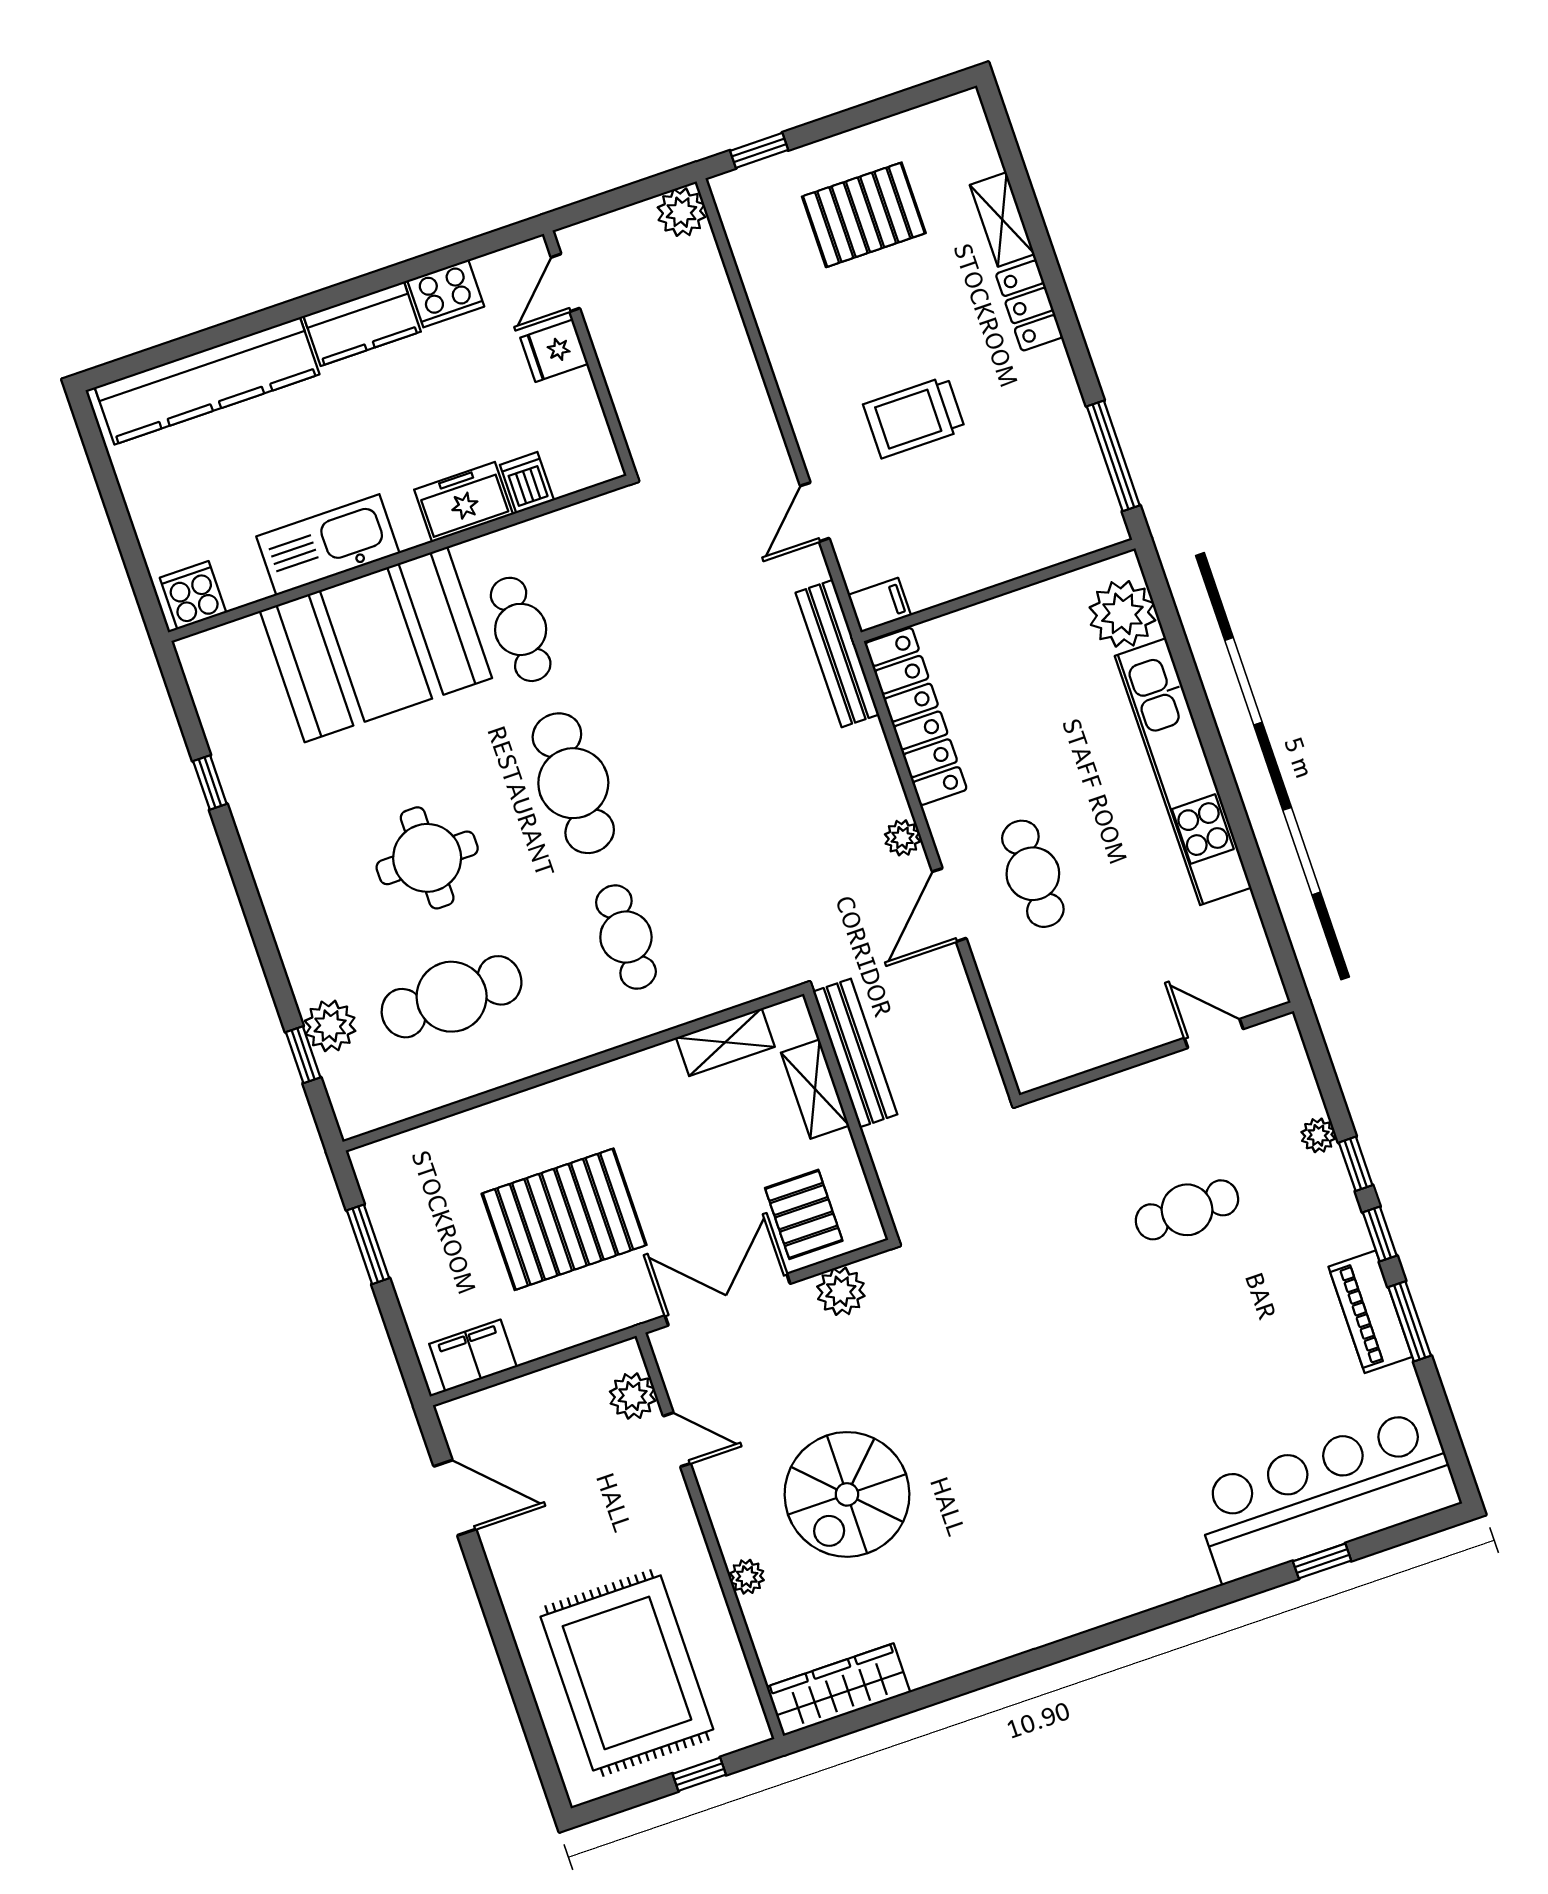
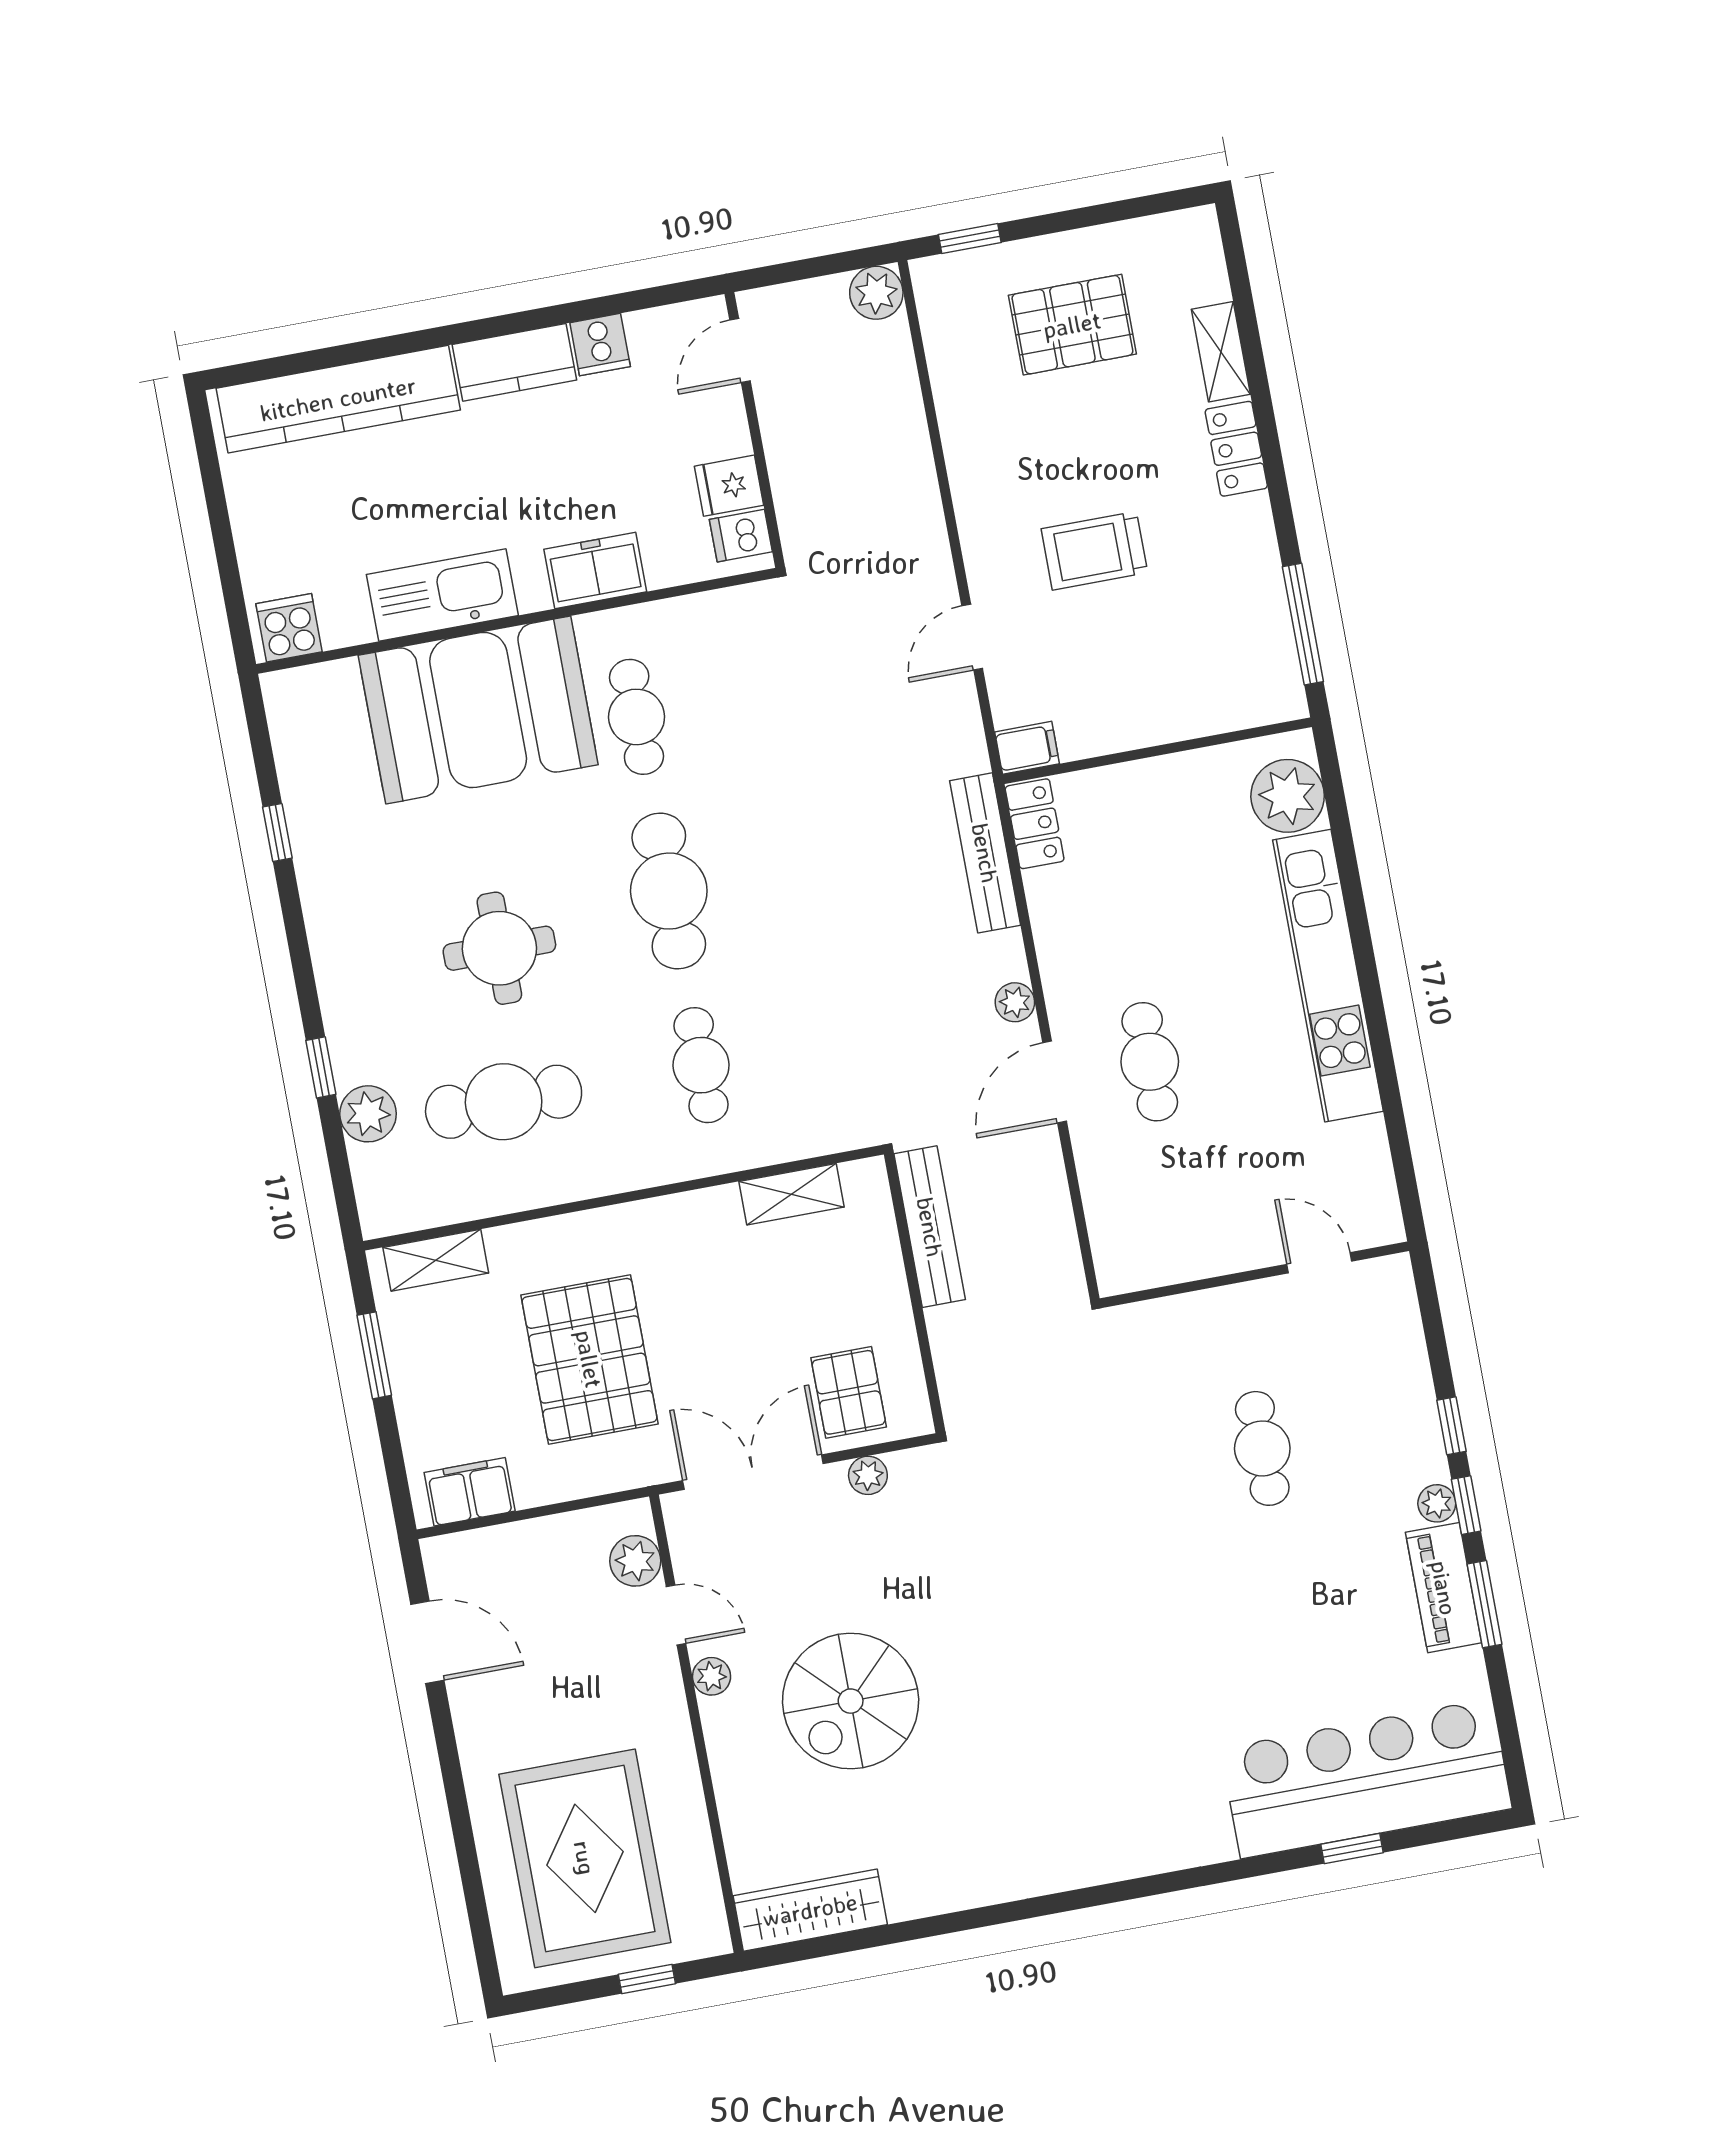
cooker: (446, 293) -> (600, 345), width x0.73
fridge: (554, 351) -> (729, 486), moved
dishwasher: (527, 483) -> (741, 536), moved, turned -90
bench: (837, 654) -> (985, 853), moved
locker: (916, 716) -> (1035, 824), width x0.46, depth x0.83
window: (303, 1055) -> (321, 1067), moved
shelving: (815, 1089) -> (436, 1260), moved, turned 90
plant: (1318, 1135) -> (1437, 1503), moved
cafe table: (1187, 1210) -> (1262, 1448), turned 90
pallet: (564, 1219) -> (589, 1359), turned 90
plant: (841, 1291) -> (868, 1475), width x0.73, depth x0.73
plant: (747, 1577) -> (712, 1676), moved

